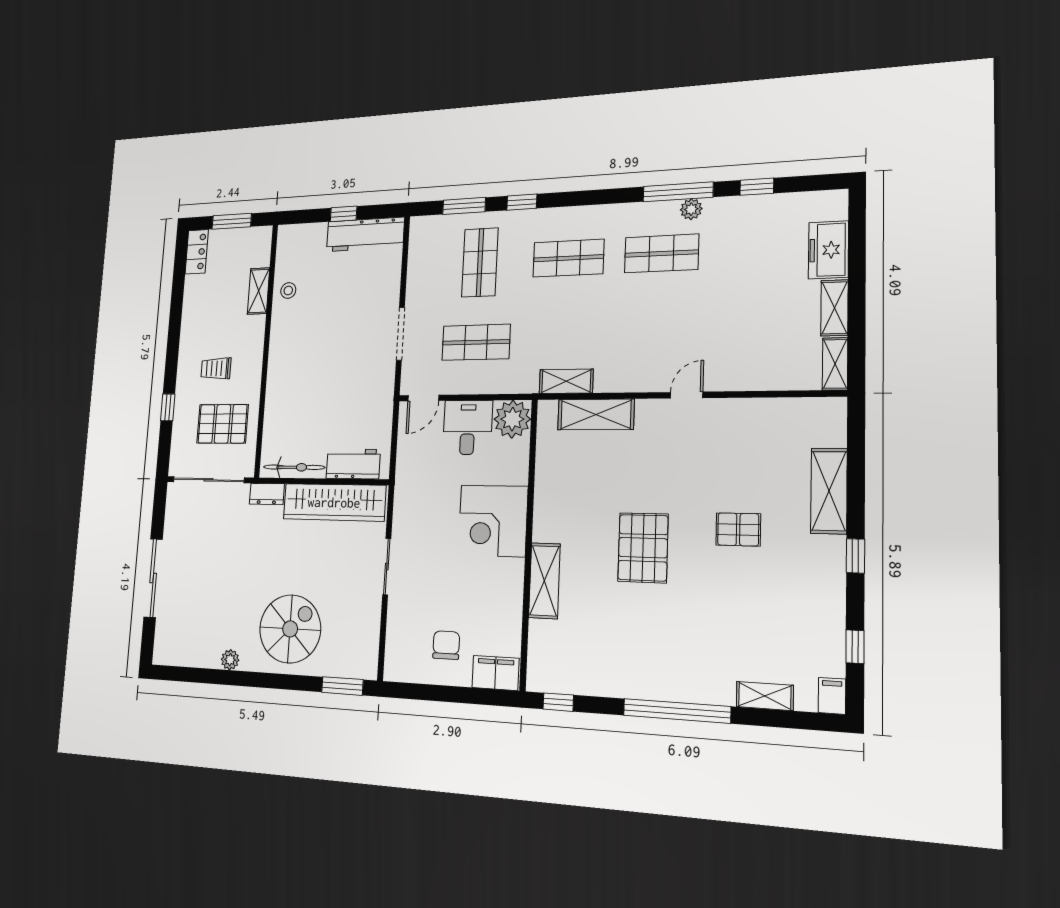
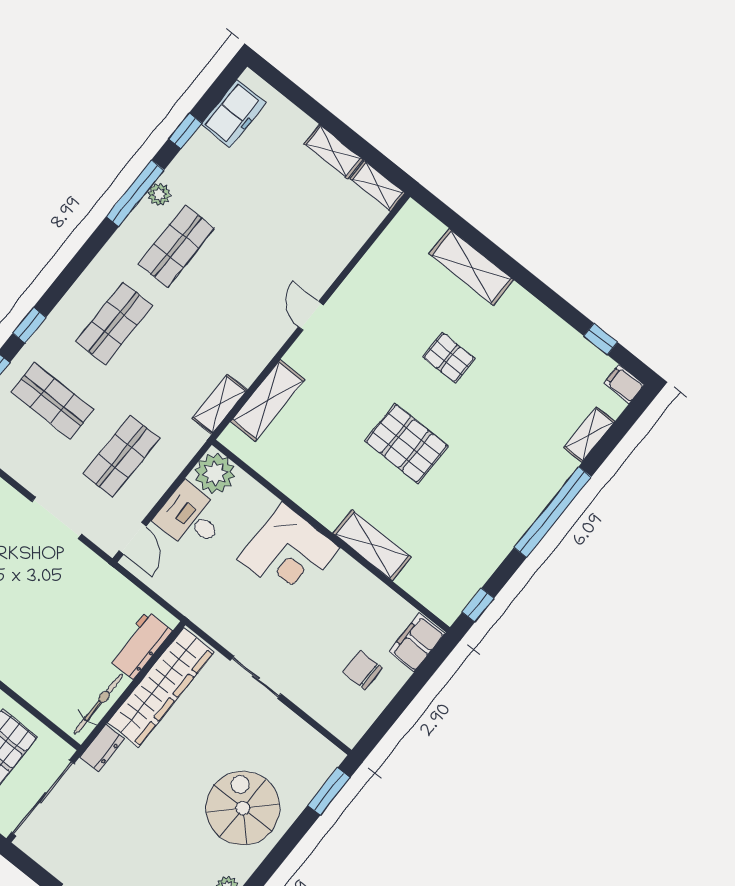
freezer: (828, 250) -> (233, 114), moved, turned -90
pallet: (738, 529) -> (449, 358), turned 90
window: (855, 556) -> (535, 286), removed

